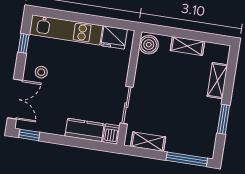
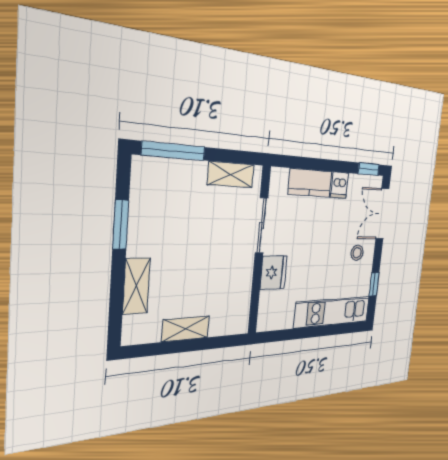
fridge: (114, 38) -> (274, 273), moved, turned 90
boiler: (149, 45) -> (238, 318), removed
dishwasher: (111, 134) -> (339, 185), moved

